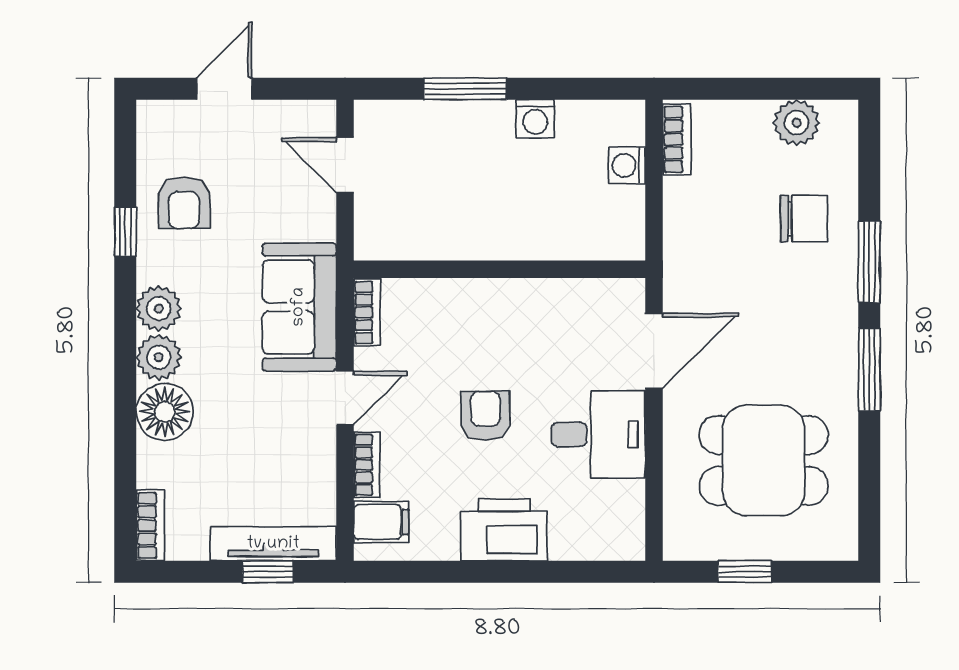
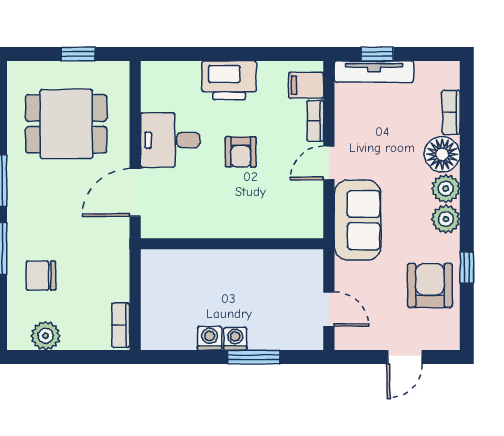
washing machine: (627, 165) -> (235, 339), moved, turned -90
armchair: (184, 203) -> (430, 285), width x1.38, depth x1.38
bookcase: (367, 312) -> (315, 217), removed
bookcase: (150, 525) -> (451, 112), moved

